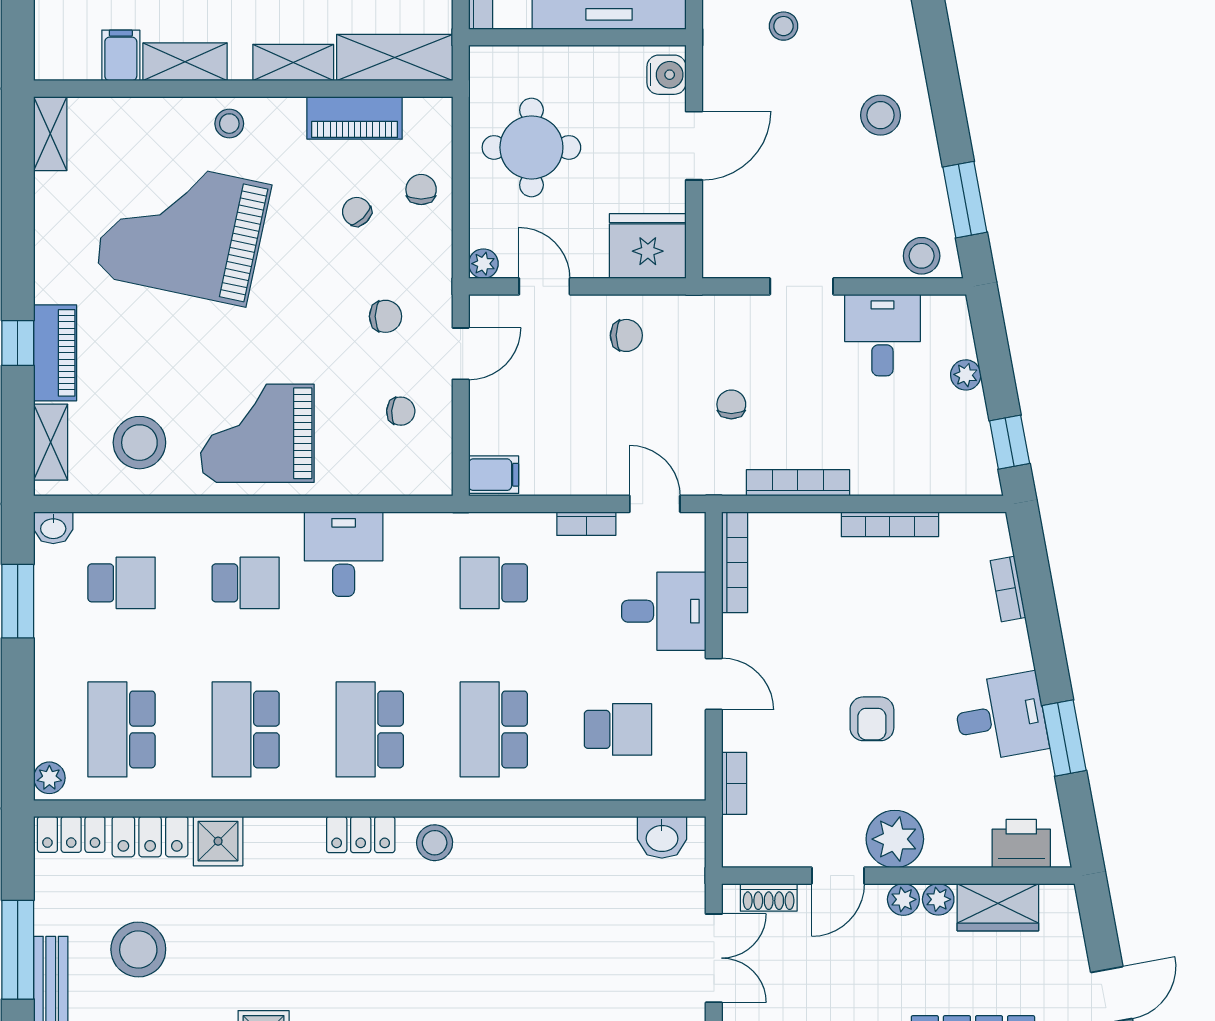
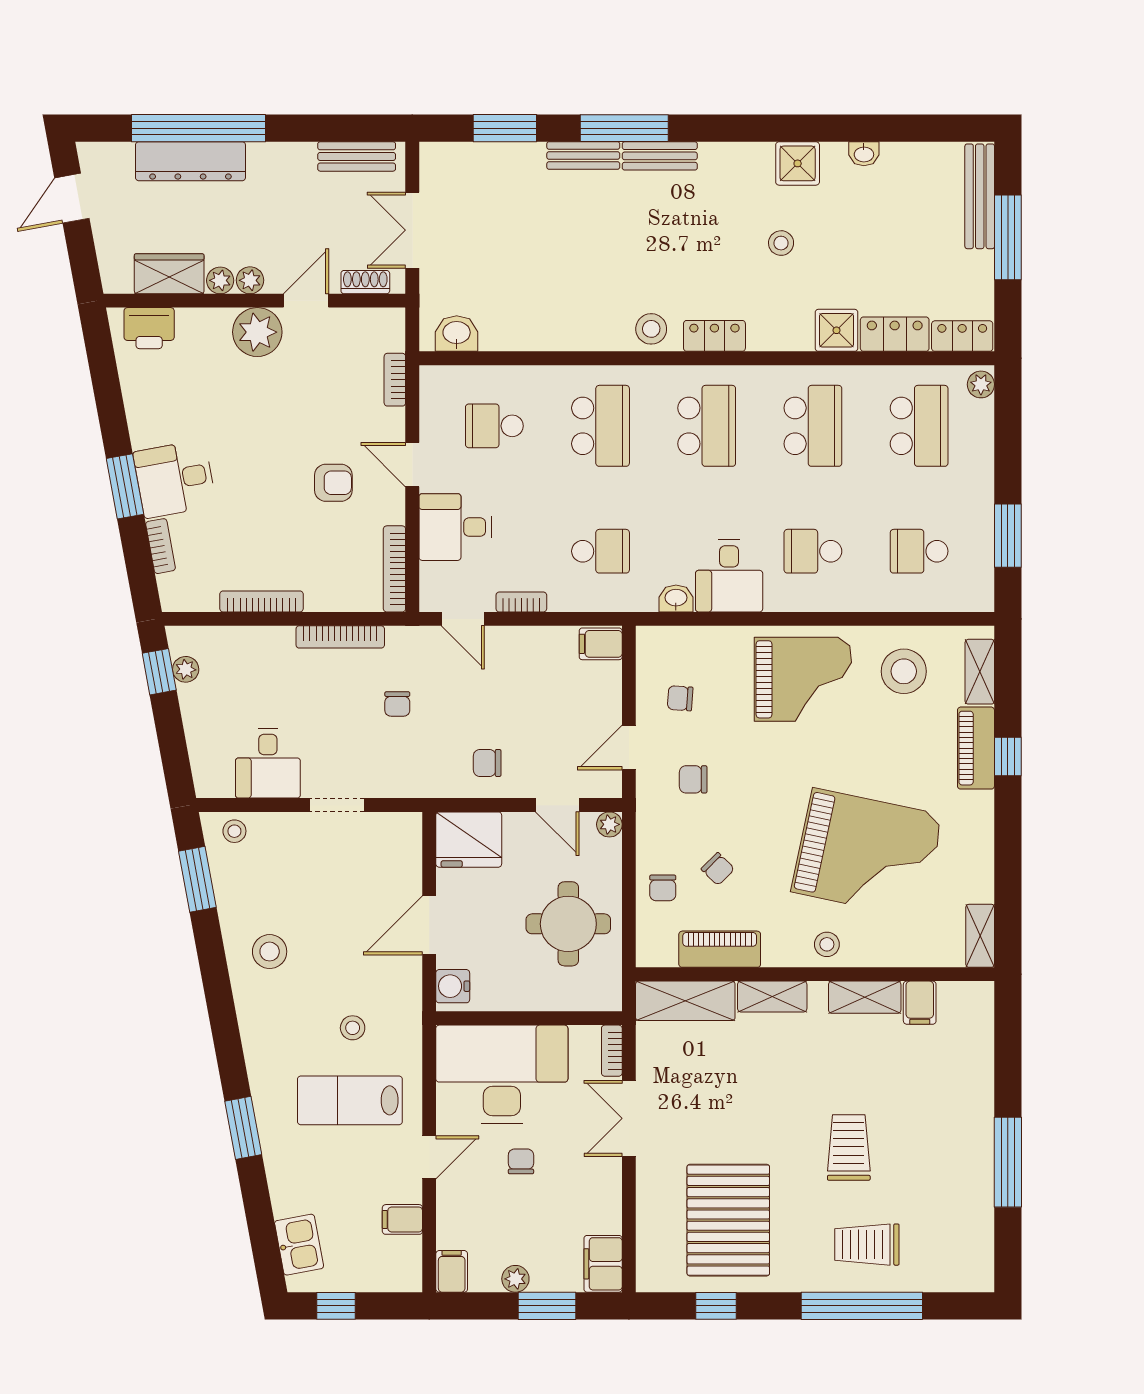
stool: (922, 256) -> (234, 831), width x0.73, depth x0.73
plant: (966, 375) -> (186, 669), moved
washbasin: (53, 528) -> (676, 598), moved
desk: (1000, 717) -> (175, 479), moved
armchair: (872, 719) -> (333, 483), moved, turned 90
window: (1064, 738) -> (125, 486), moved
stool: (138, 950) -> (781, 243), moved, width x0.53, depth x0.53

